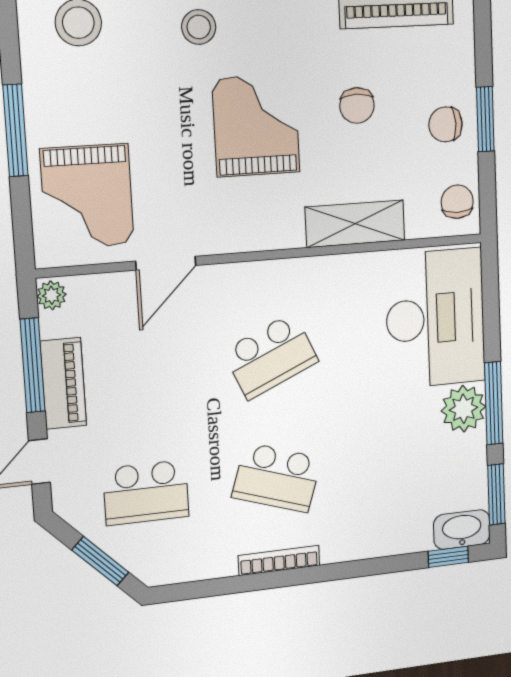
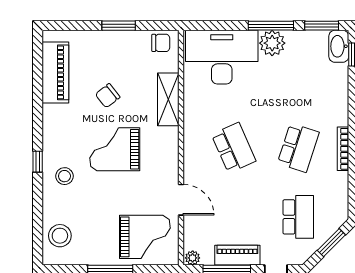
chair: (357, 105) -> (108, 96), turned 142
chair: (446, 124) -> (120, 48), removed
chair: (457, 202) -> (161, 43), turned 180

